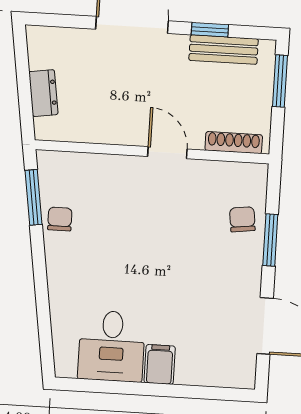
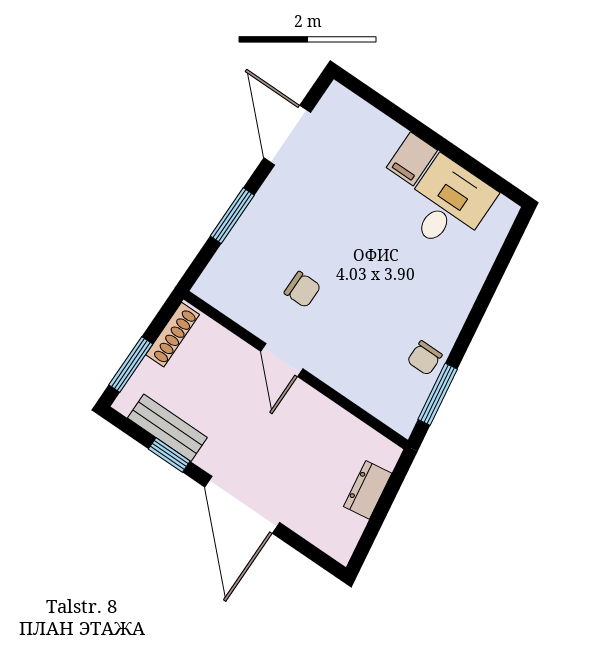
shoe rack: (234, 143) -> (173, 335), moved, turned -90
chair: (242, 219) -> (302, 289), moved, turned -83

